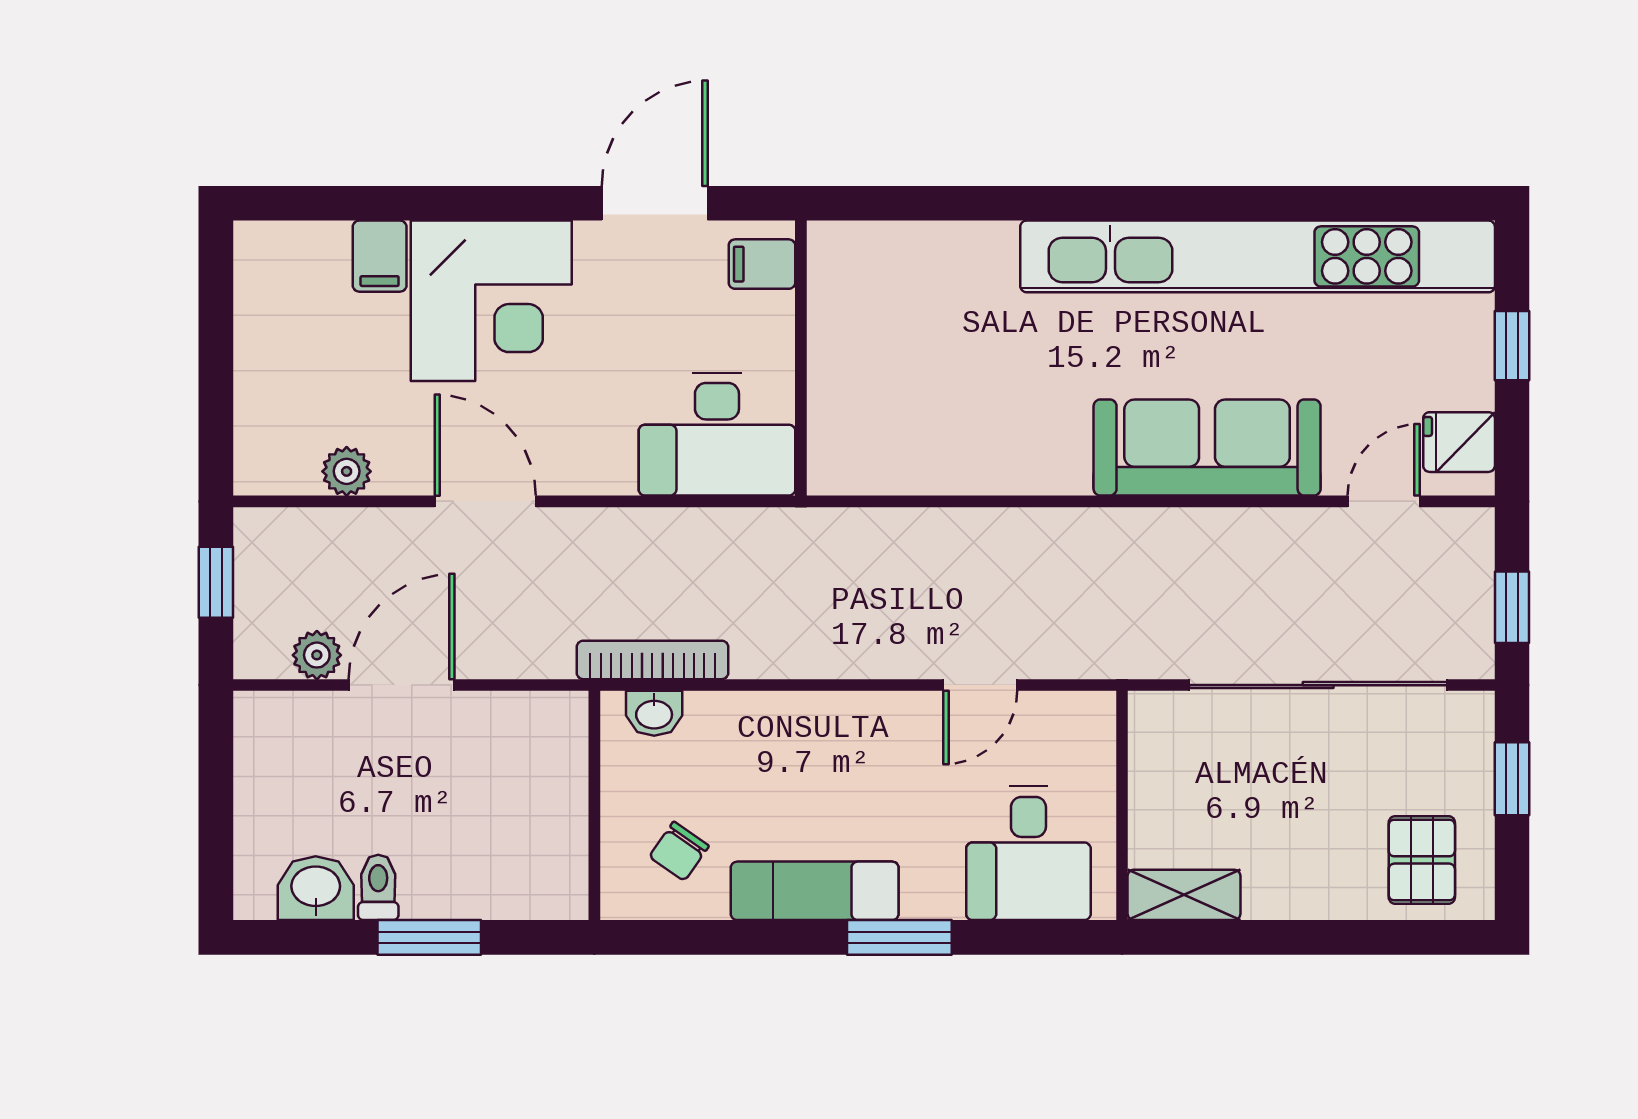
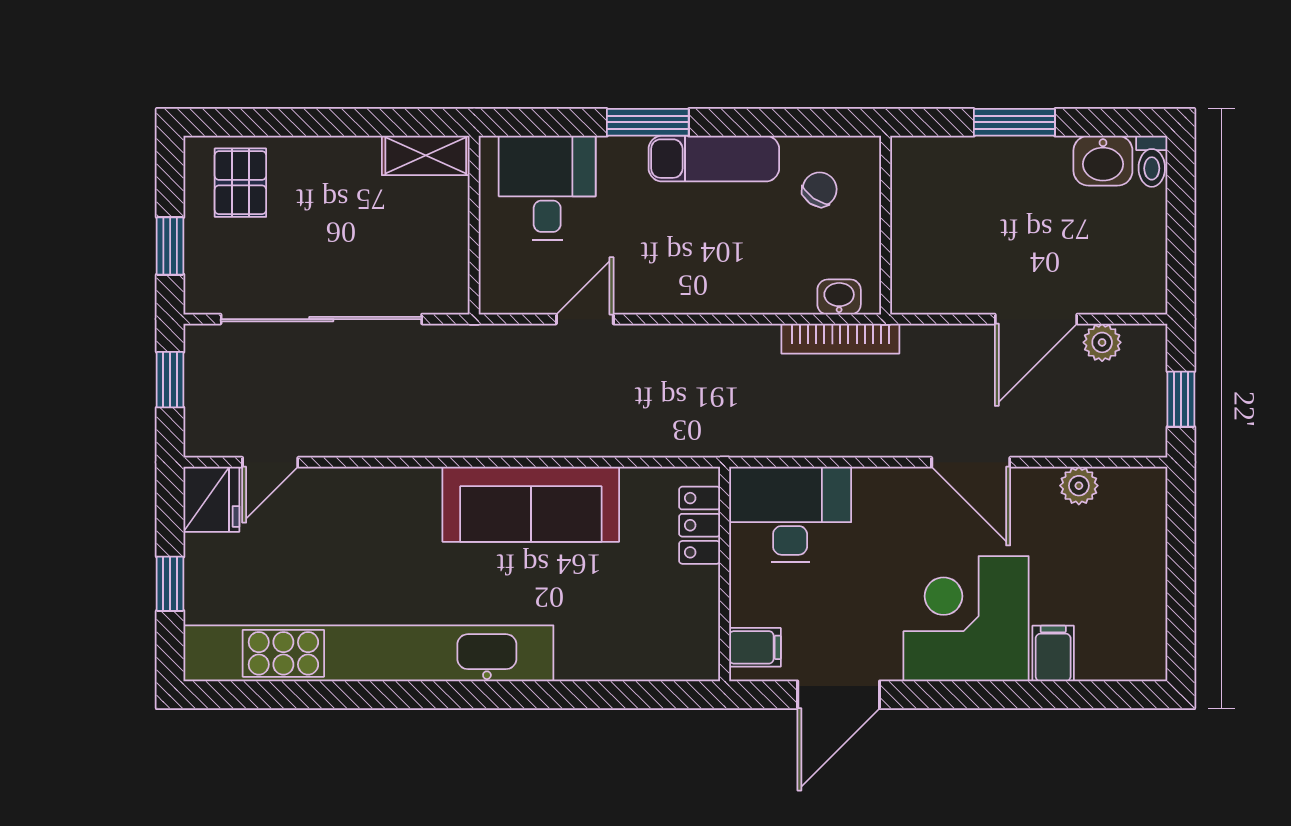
locker: (833, 421) -> (700, 525), added
fridge: (1459, 442) -> (211, 500), width x1.38
sofa: (1207, 448) -> (531, 504), moved
toilet: (378, 887) -> (1152, 161), moved

